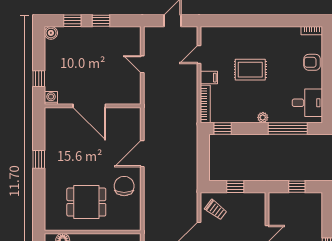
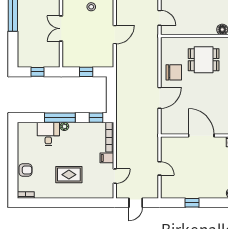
window: (72, 21) -> (215, 203), removed
rug: (250, 70) -> (69, 175), moved
desk: (307, 103) -> (48, 134), moved, turned 90
window: (288, 129) -> (60, 118), moved
chair: (124, 186) -> (174, 72), turned -90
trolley: (216, 210) -> (102, 54), removed

